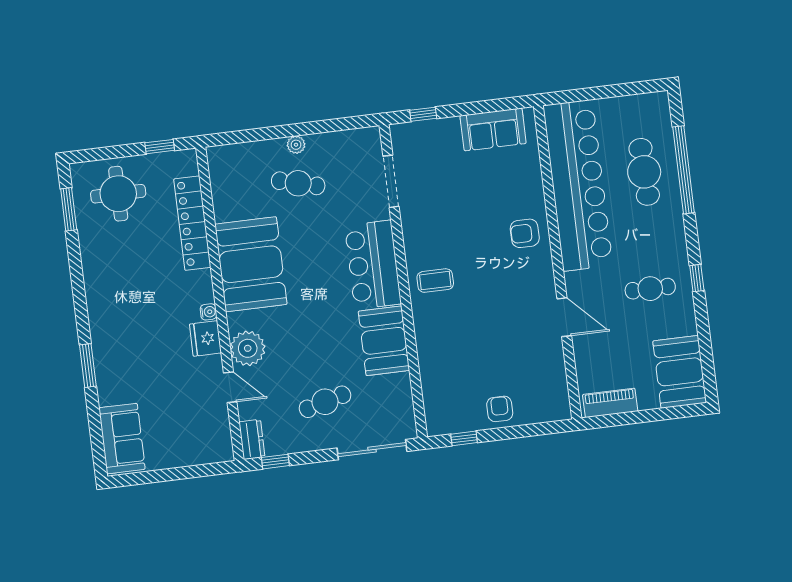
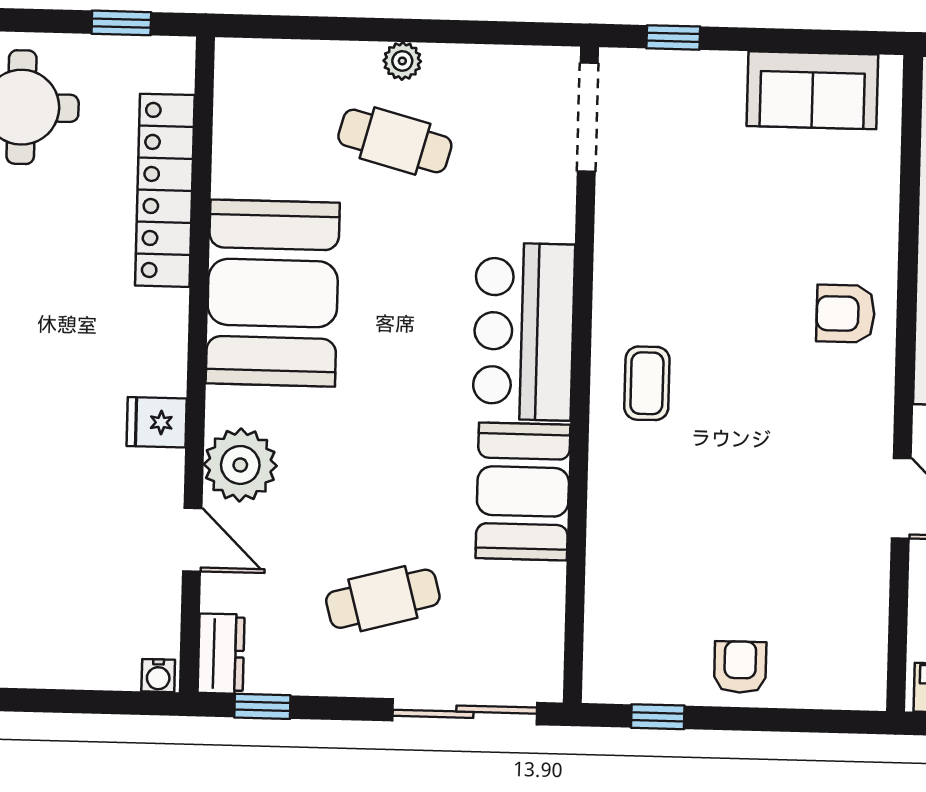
doorway: (391, 181) -> (588, 117), moved
coffee table: (435, 281) -> (647, 383), turned 90
water cooler: (208, 312) -> (158, 676), moved, turned 90
fridge: (205, 339) -> (157, 422), width x0.72

